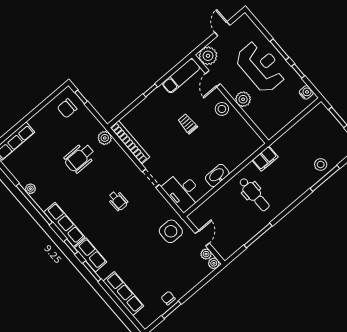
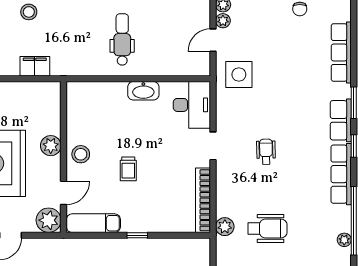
filing cabinet: (265, 159) -> (35, 66), moved

